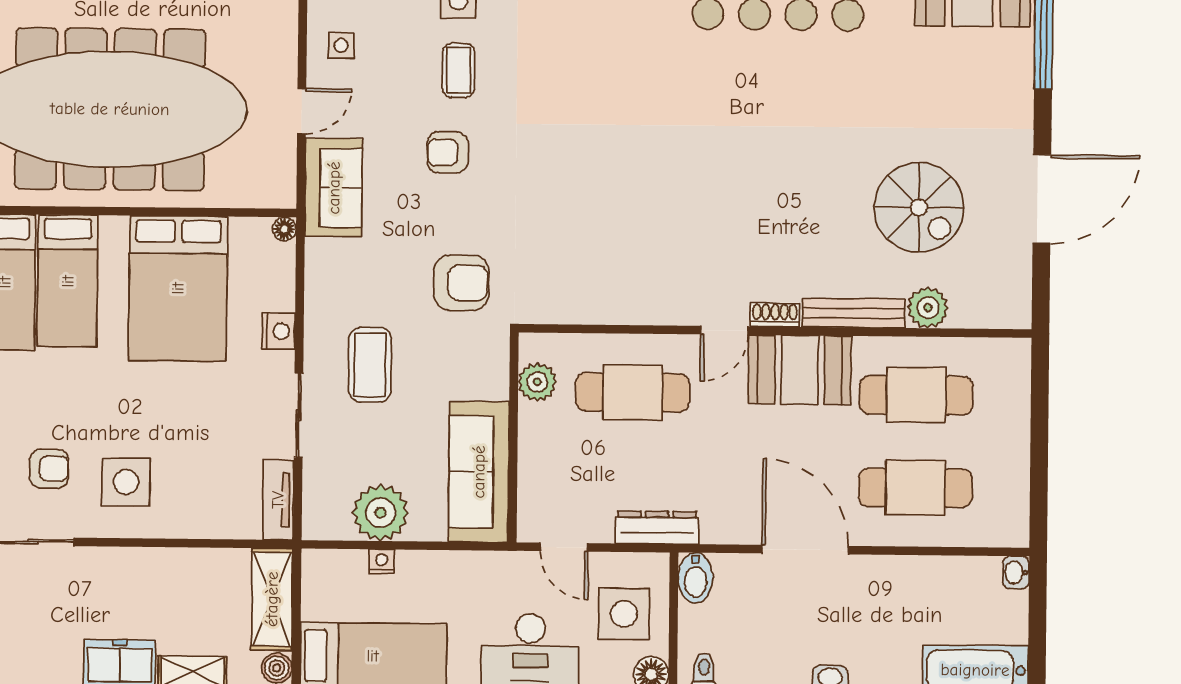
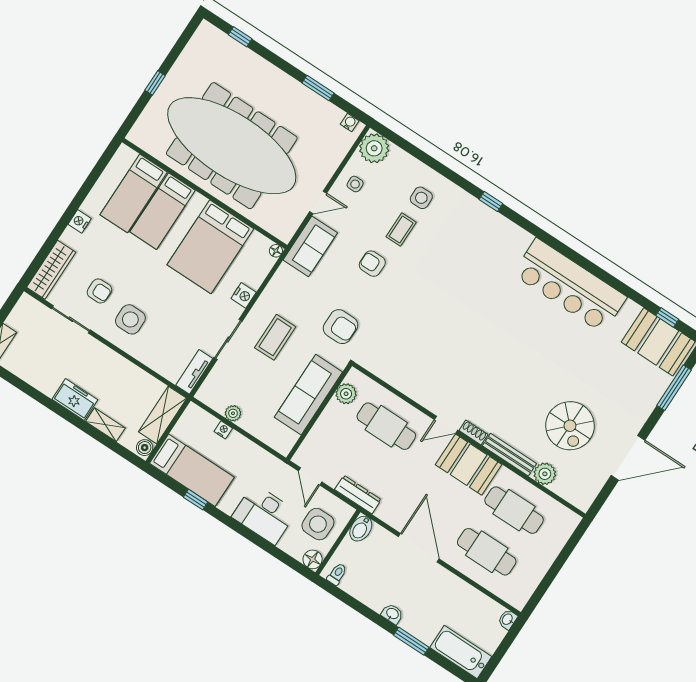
sofa: (479, 472) -> (308, 395), moved
plant: (380, 513) -> (233, 413), width x0.53, depth x0.53

